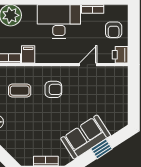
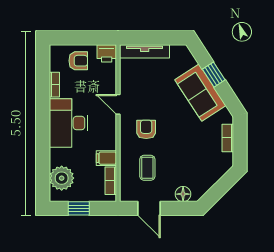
door: (88, 65) -> (118, 104), moved
tv unit: (122, 88) -> (145, 51), added

